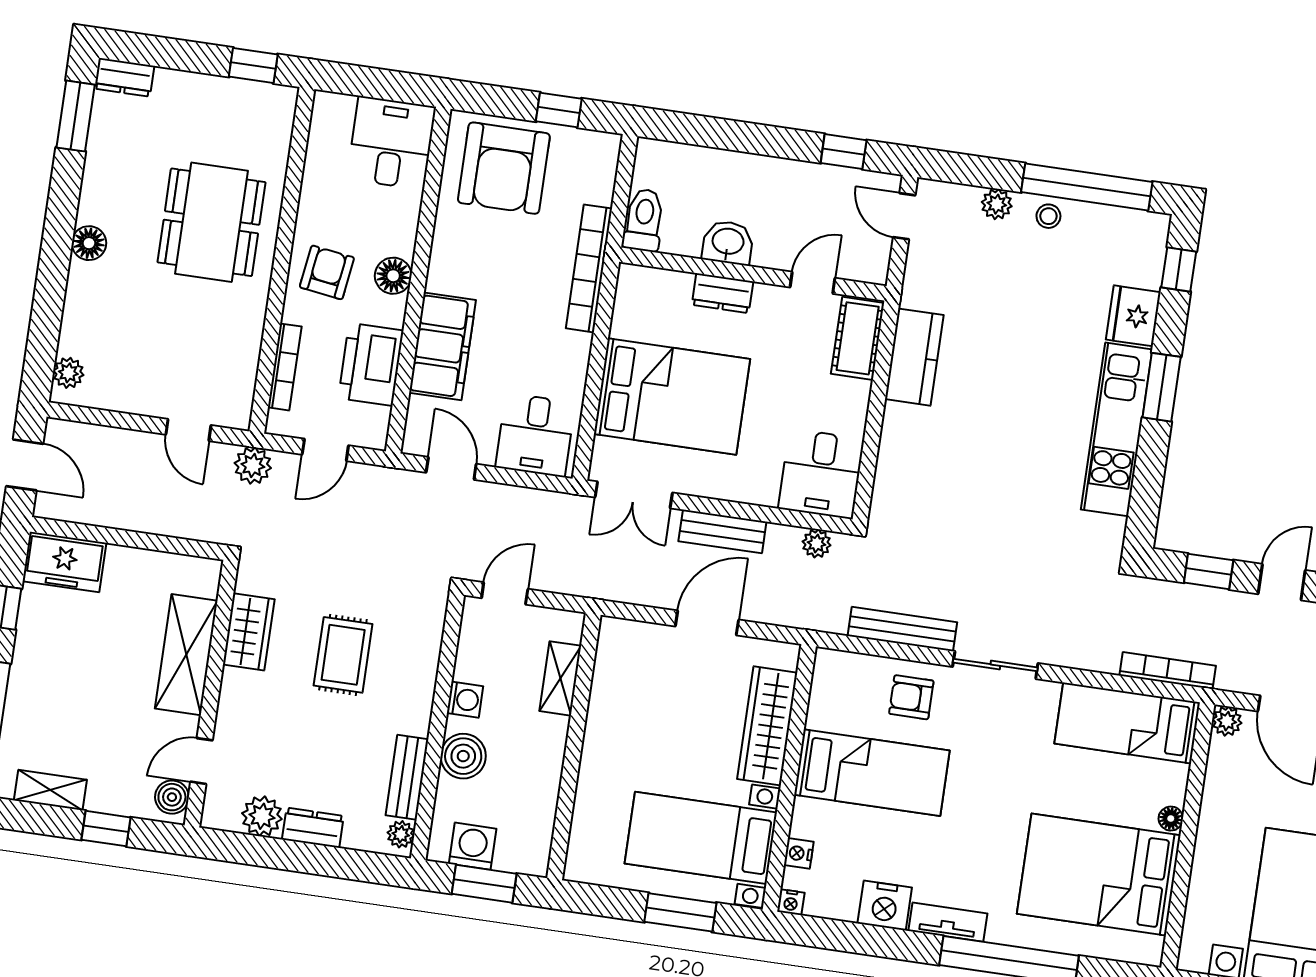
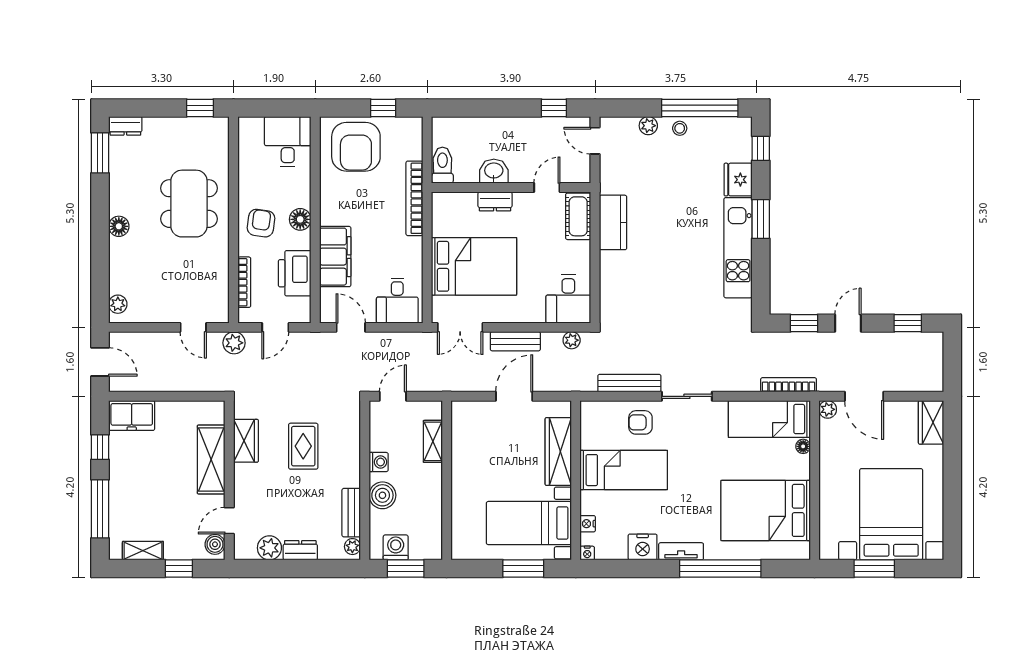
floor lamp: (1171, 819) -> (803, 446), moved

